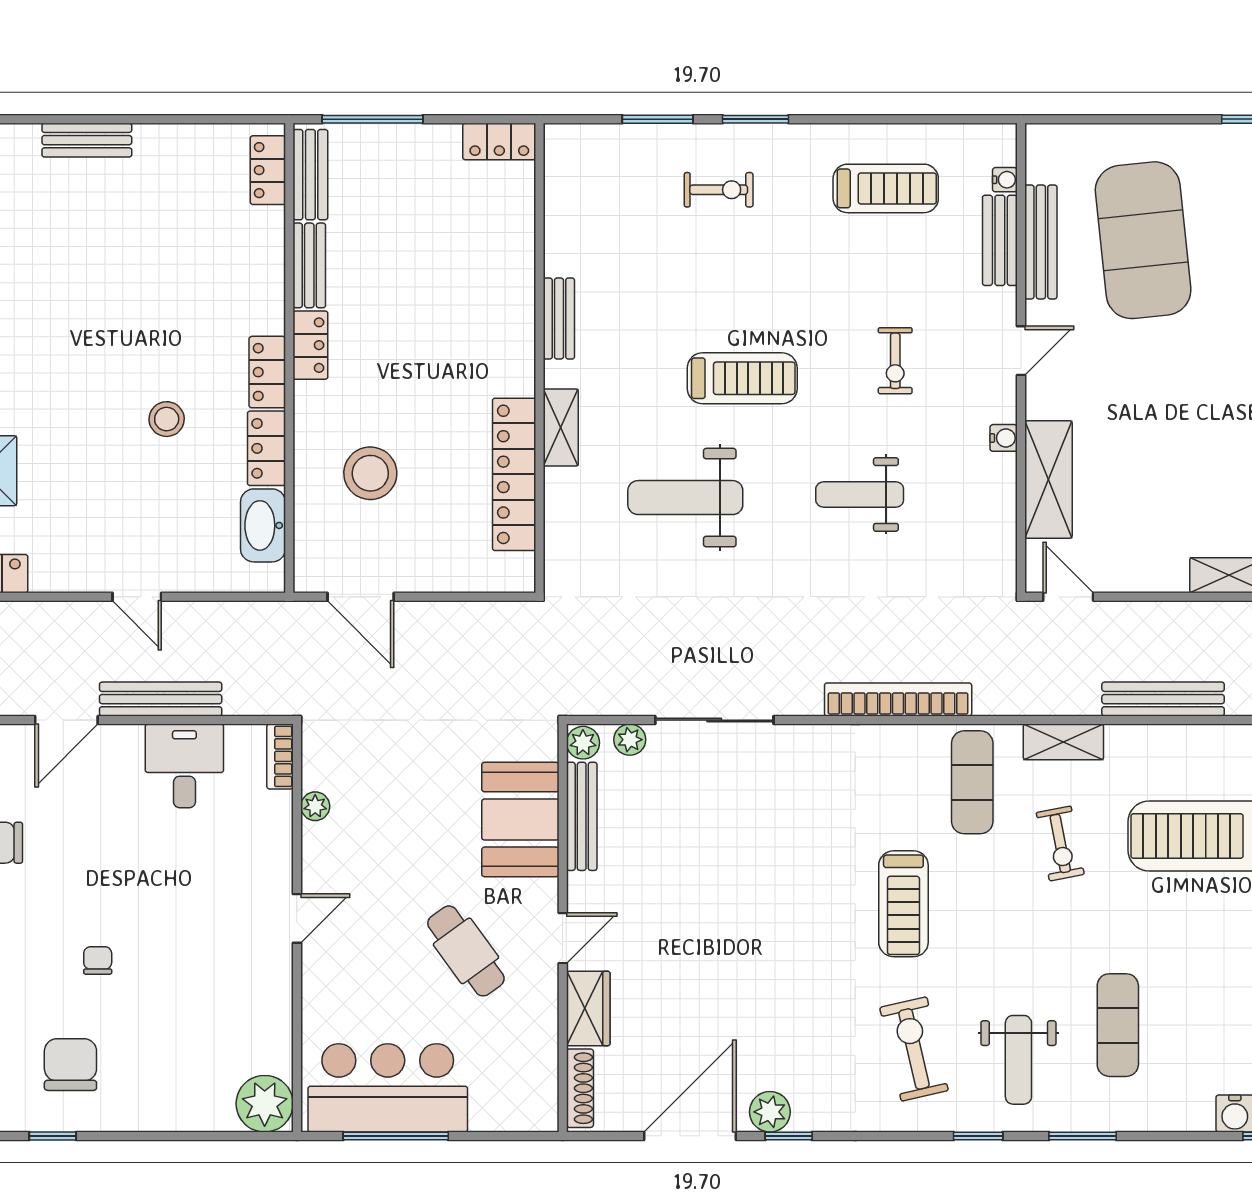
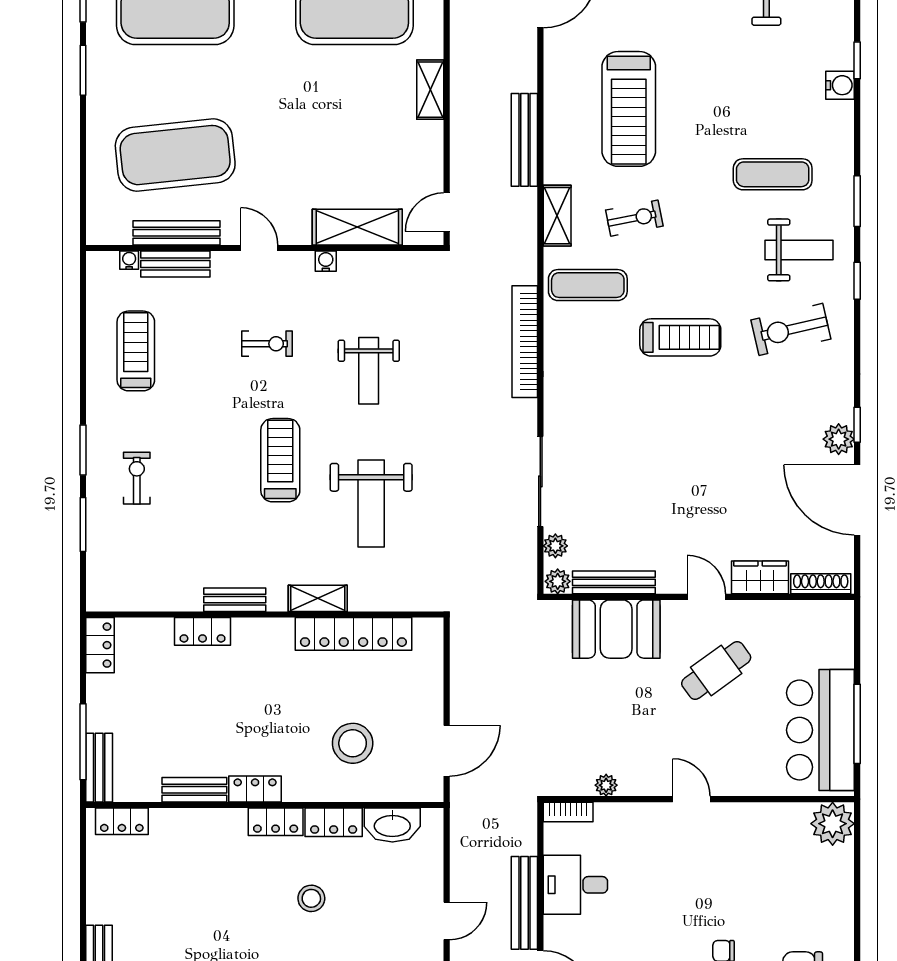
bench: (310, 175) -> (99, 768), moved, turned 90
locker: (517, 276) -> (203, 631), added

